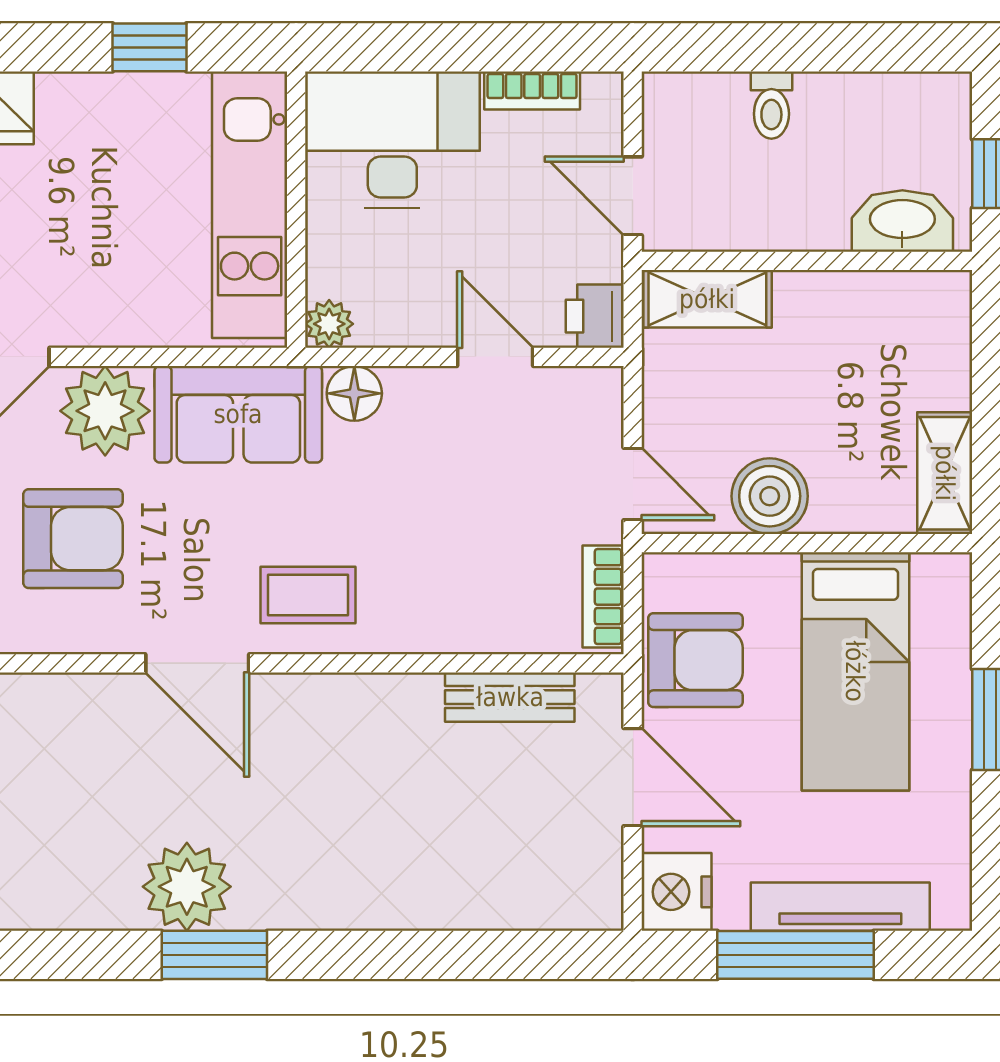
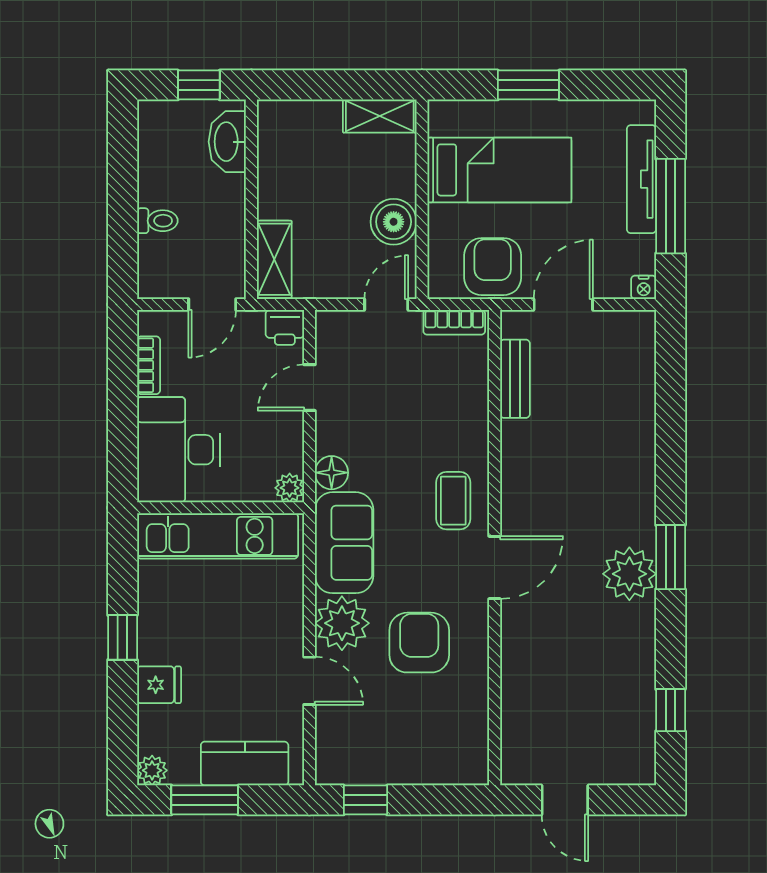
window: (149, 47) -> (123, 637), moved
nightstand: (677, 892) -> (644, 287), width x0.53, depth x0.56

